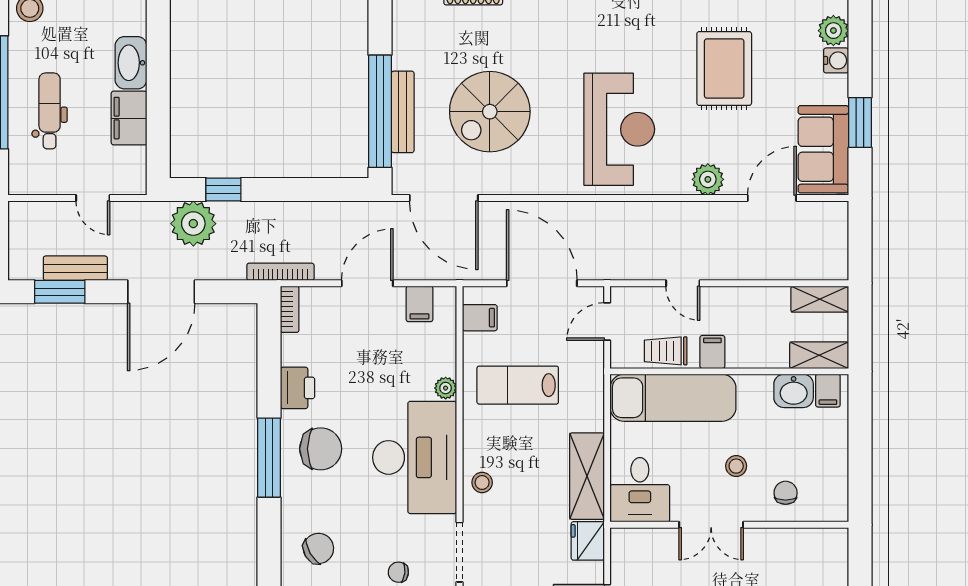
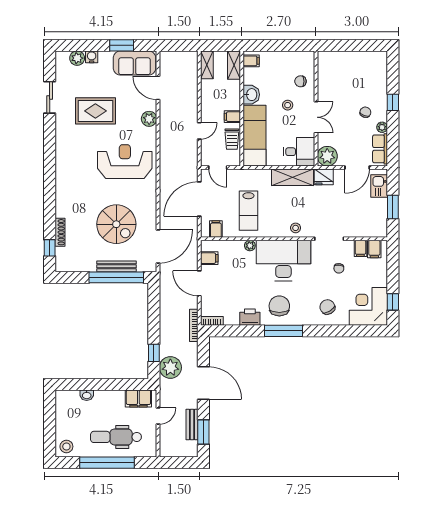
washbasin: (131, 63) -> (87, 395), width x0.52, depth x0.69
dental chair: (50, 111) -> (116, 437), width x1.36, depth x1.38
filing cabinet: (129, 118) -> (138, 399), moved
washbasin: (794, 391) -> (251, 95), moved
plant: (631, 548) -> (327, 156), added

